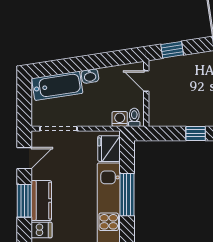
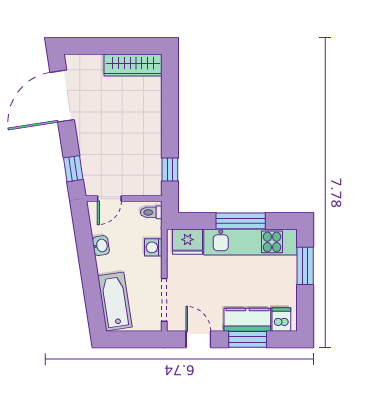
washbasin: (90, 76) -> (101, 246), moved
washing machine: (120, 119) -> (153, 247), moved
window: (196, 133) -> (170, 169), moved

